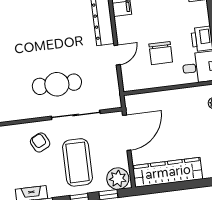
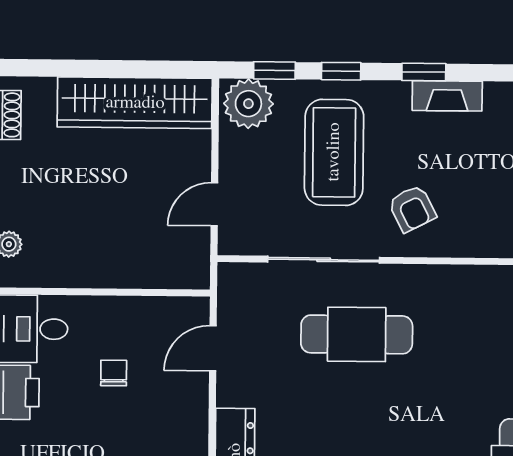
chair: (161, 53) -> (114, 373), width x0.54, depth x0.54
door: (117, 55) -> (213, 348), moved
door: (127, 133) -> (214, 204), width x0.53

